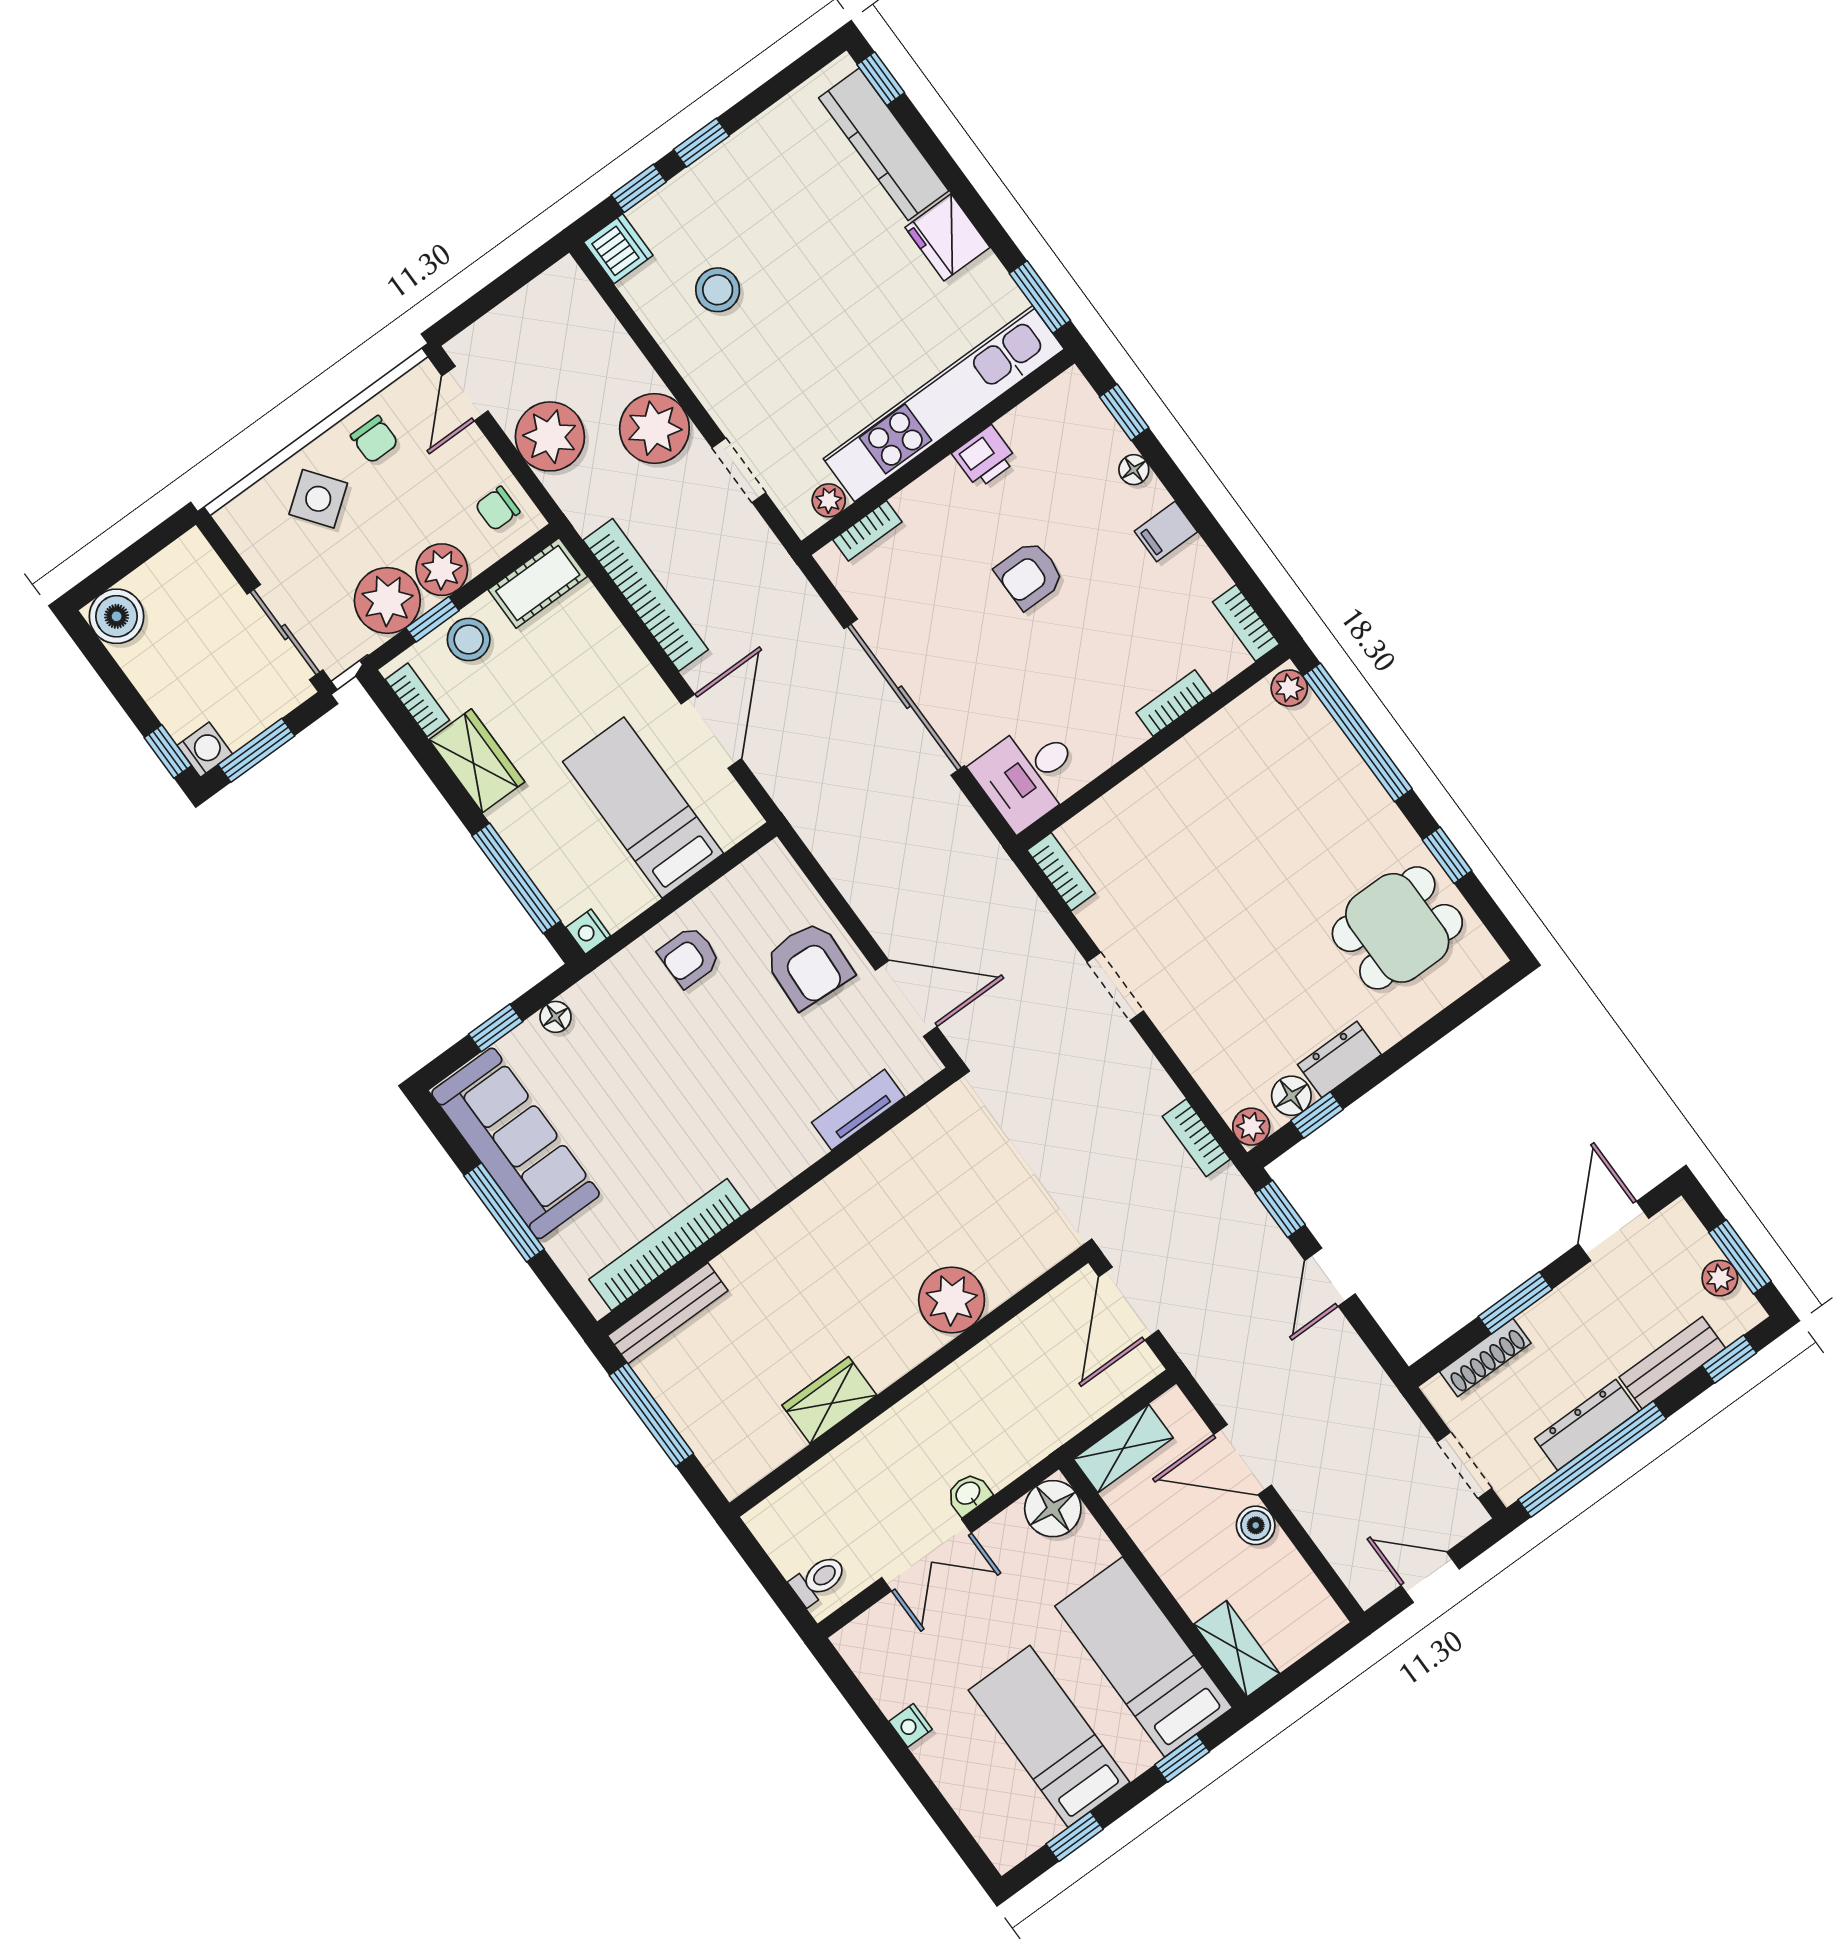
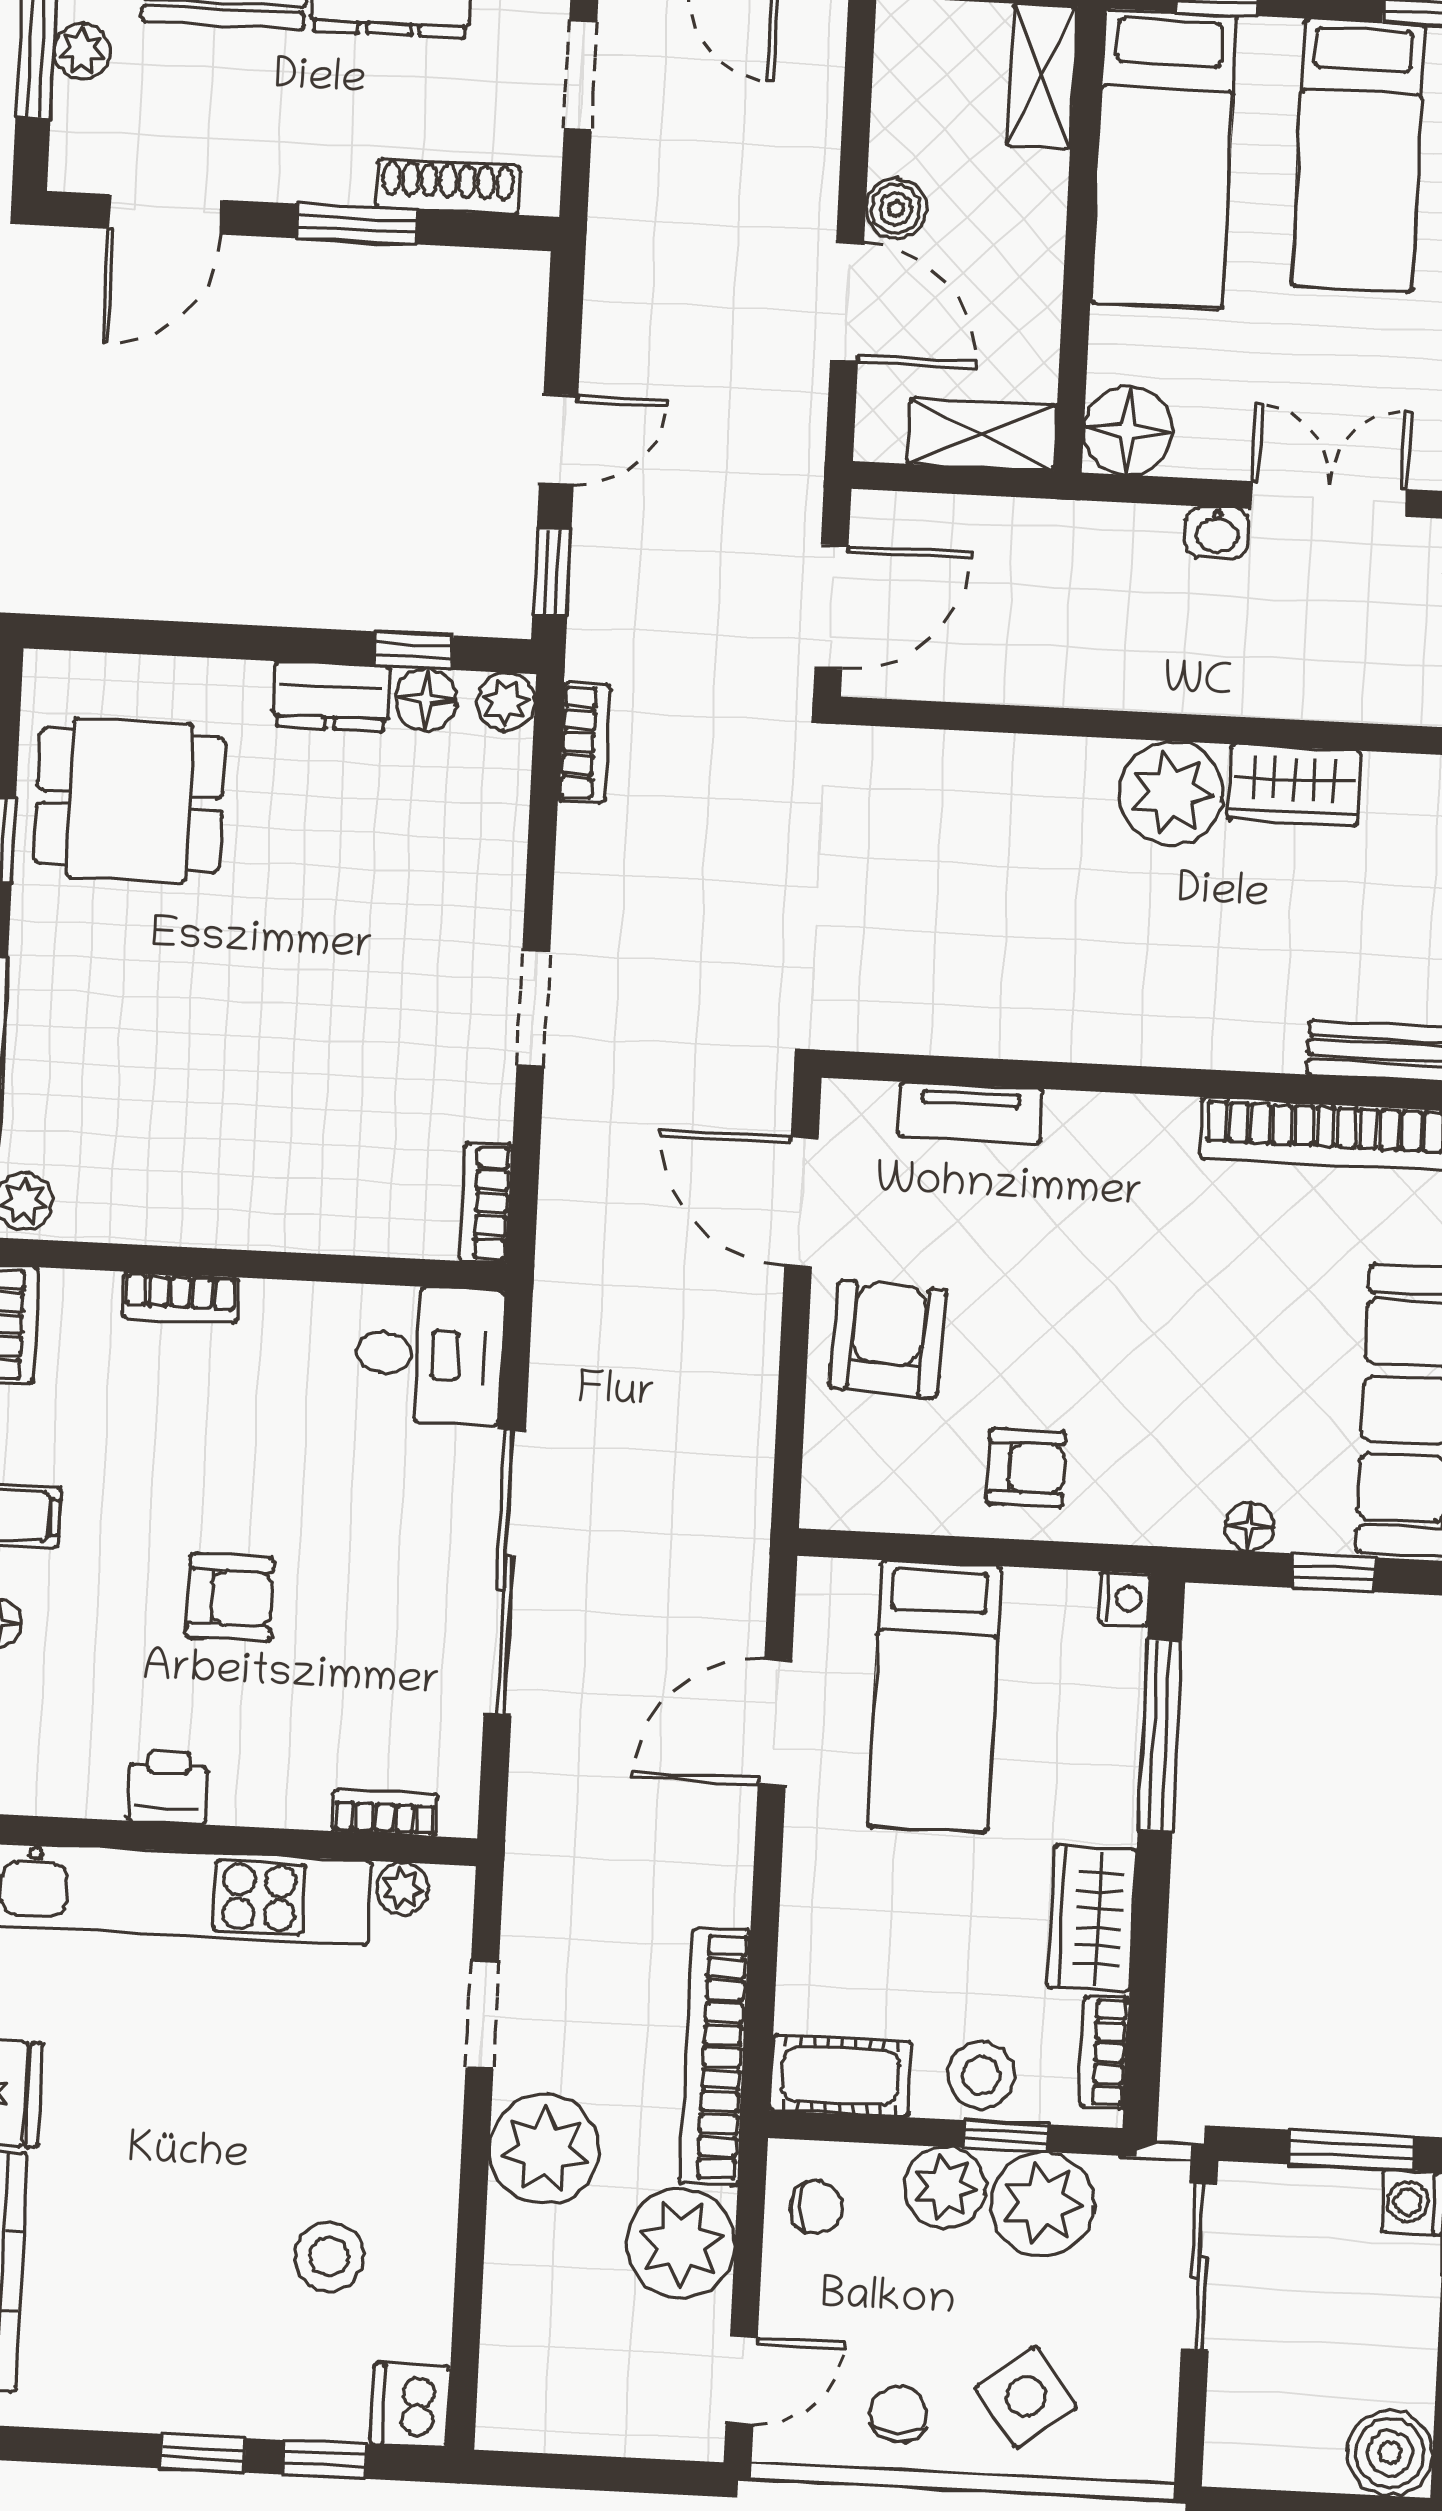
bookcase: (646, 595) -> (715, 2057), moved
plant: (952, 1300) -> (1171, 793), moved

